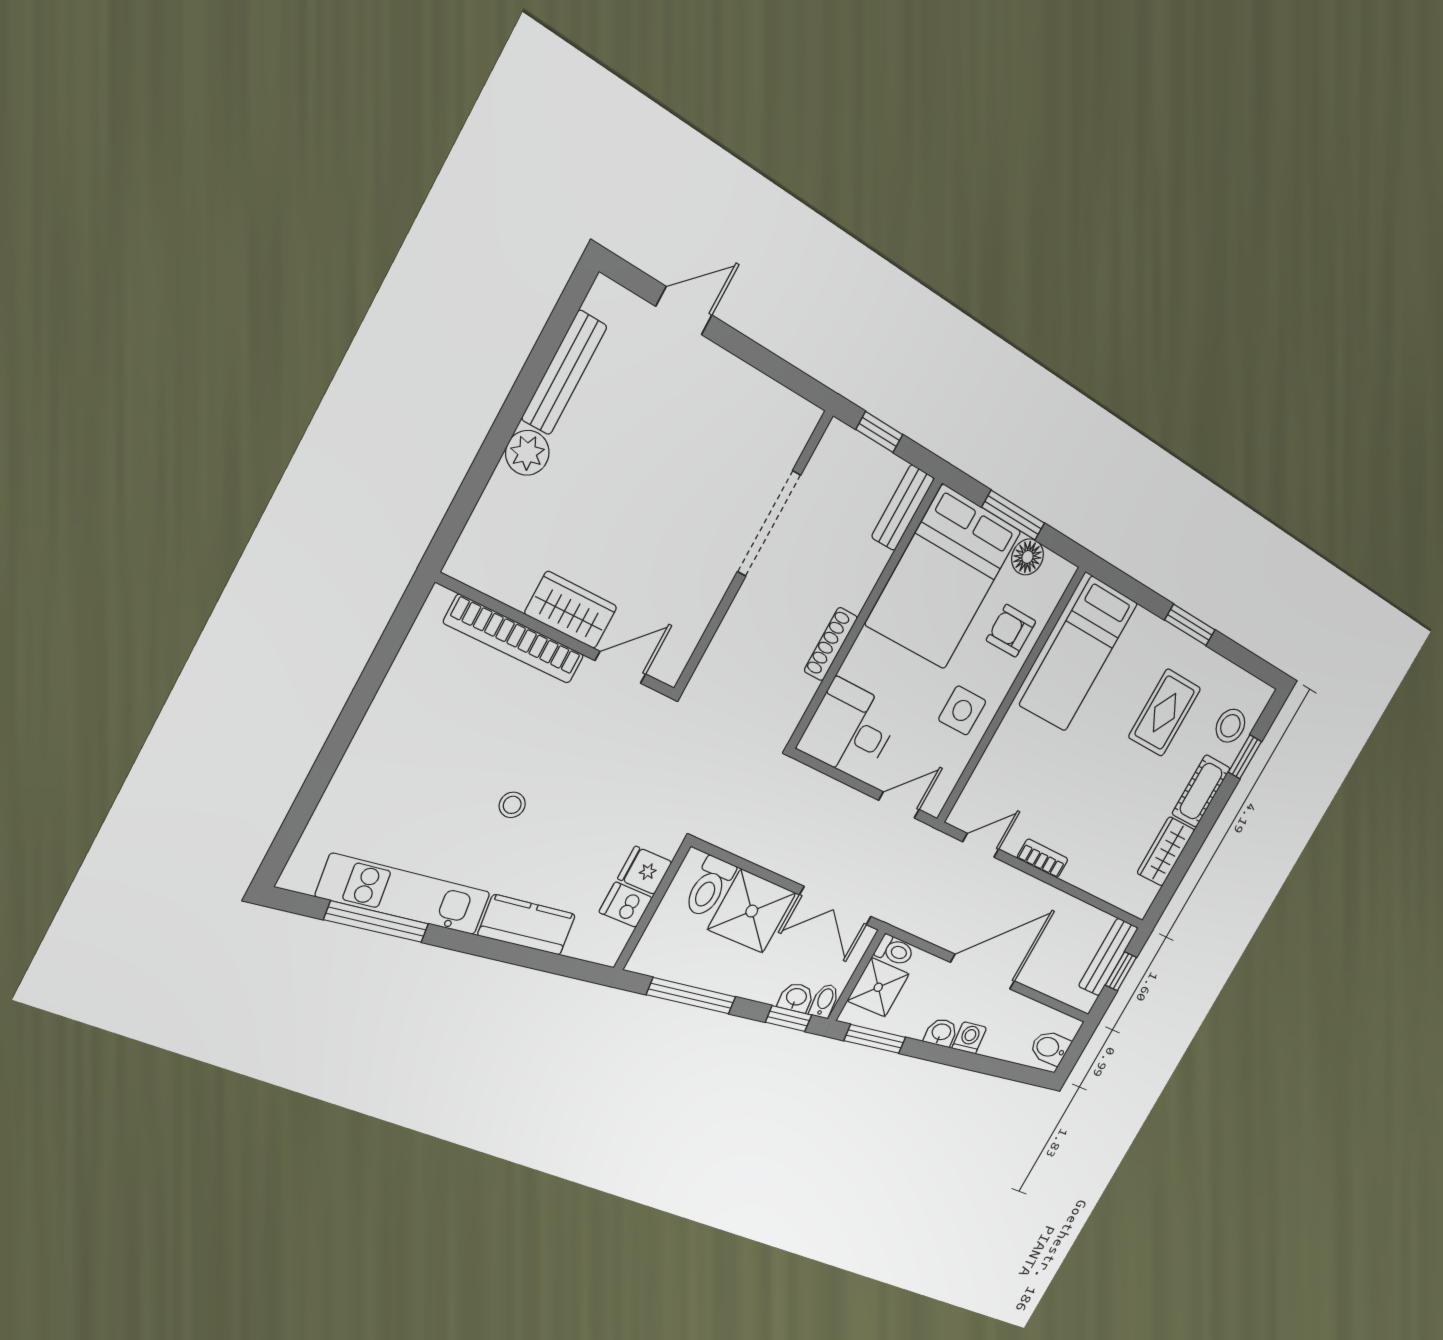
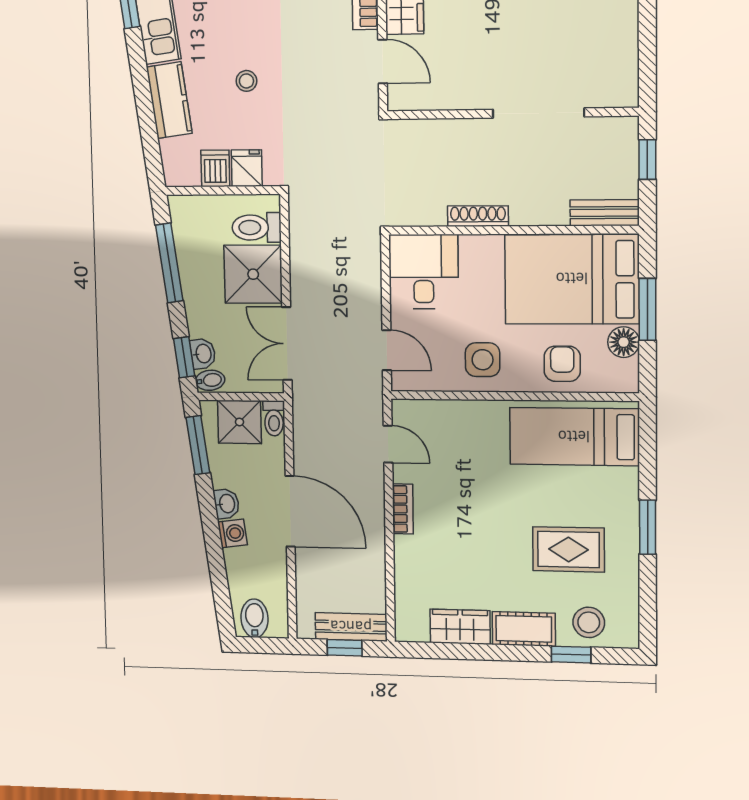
stool: (512, 805) -> (246, 81), moved

